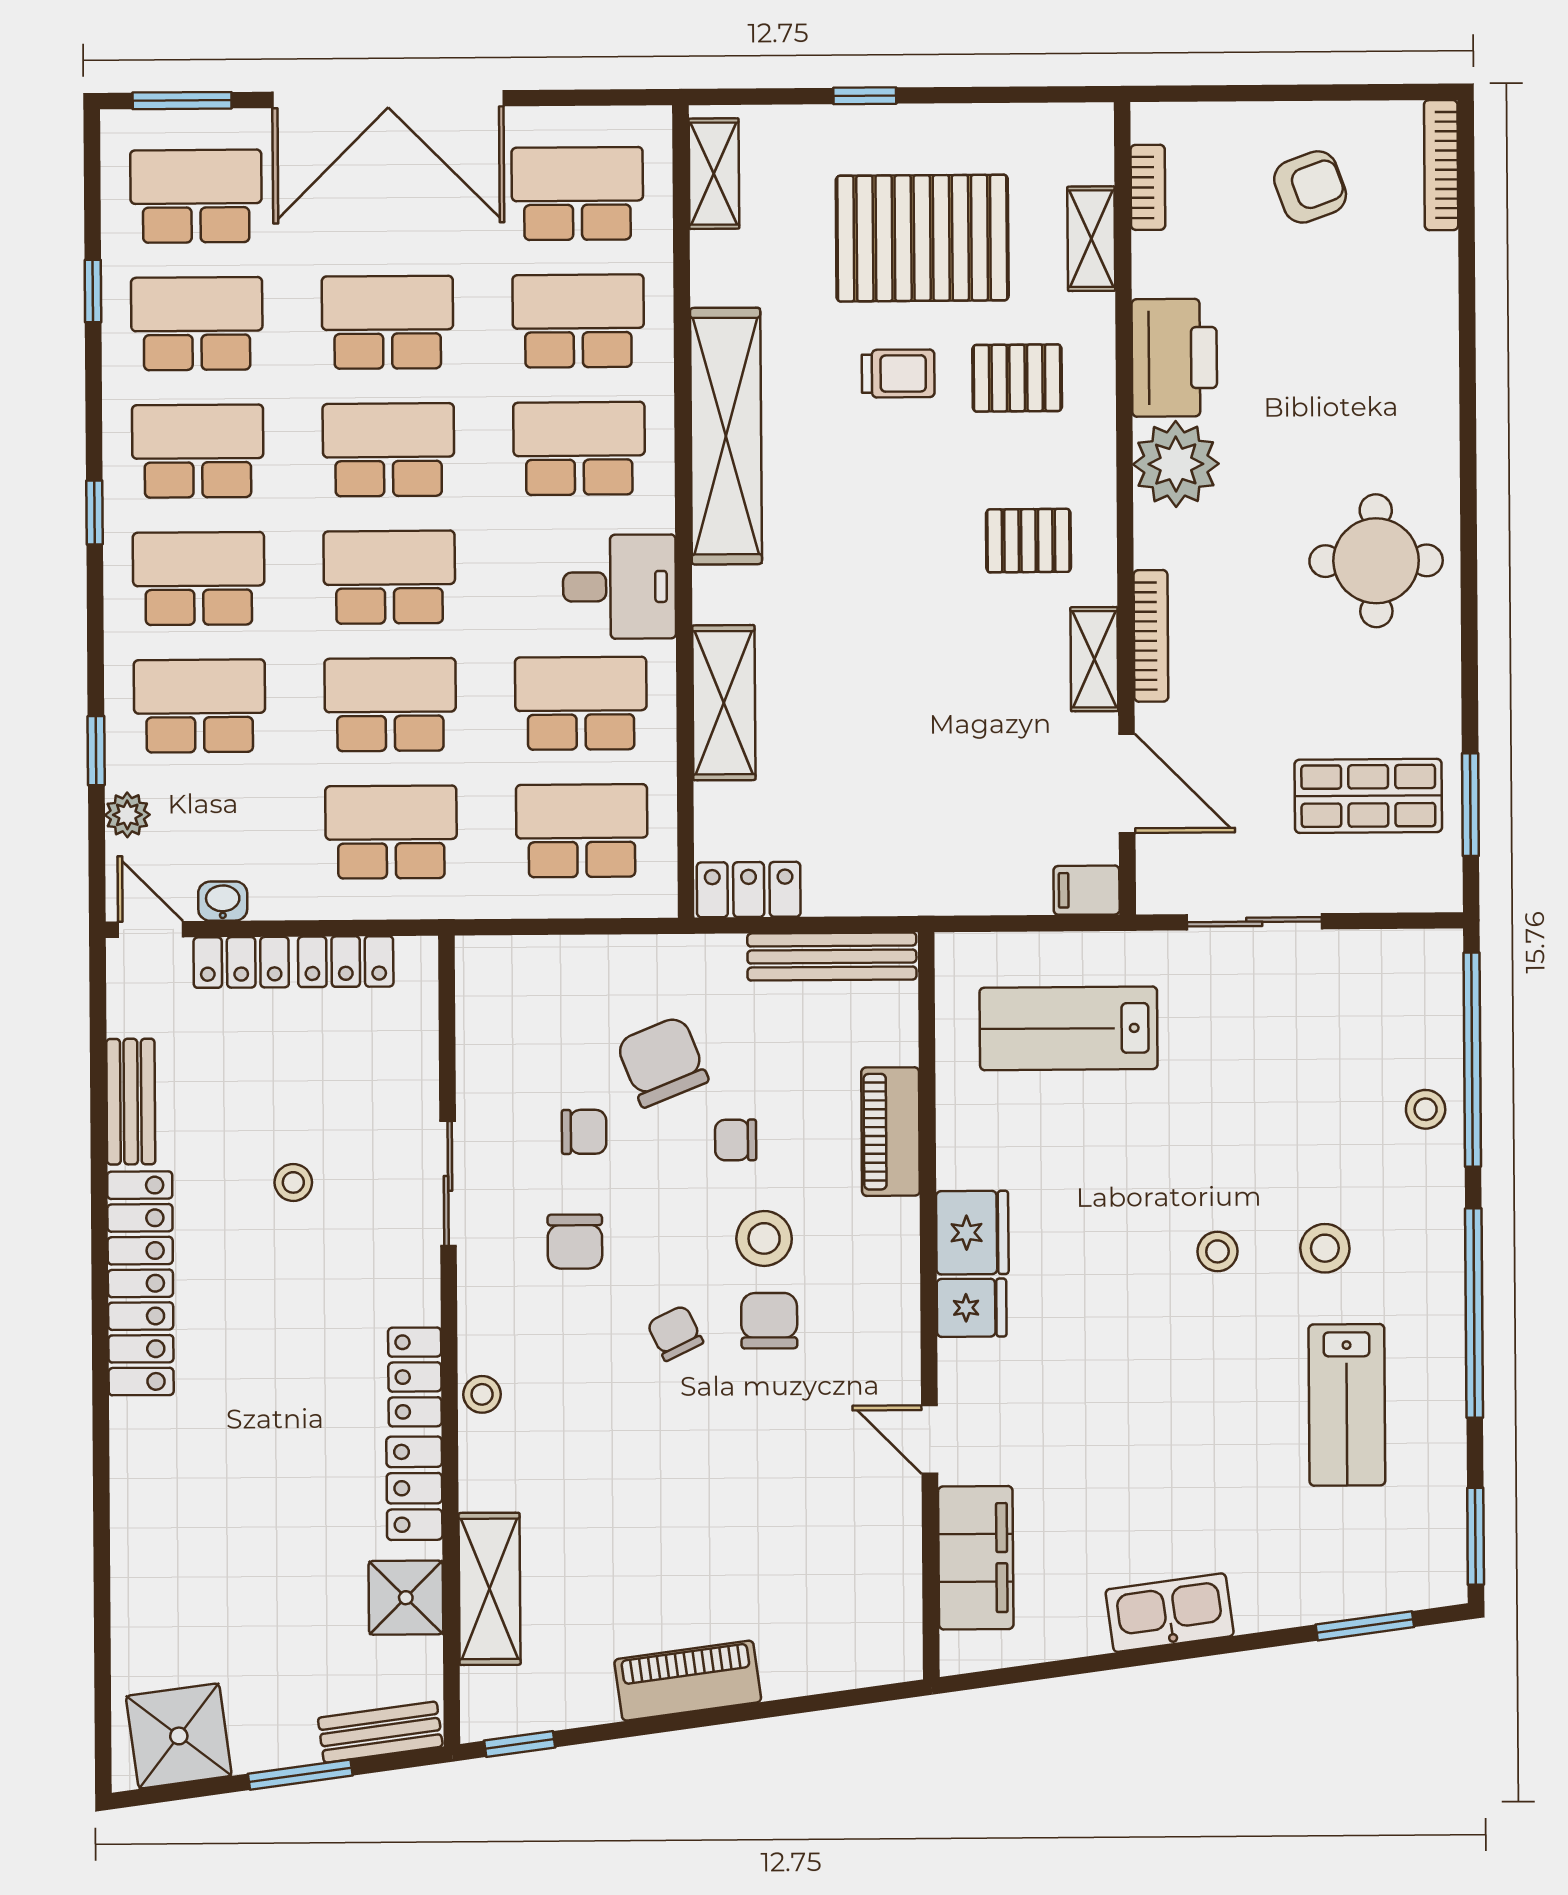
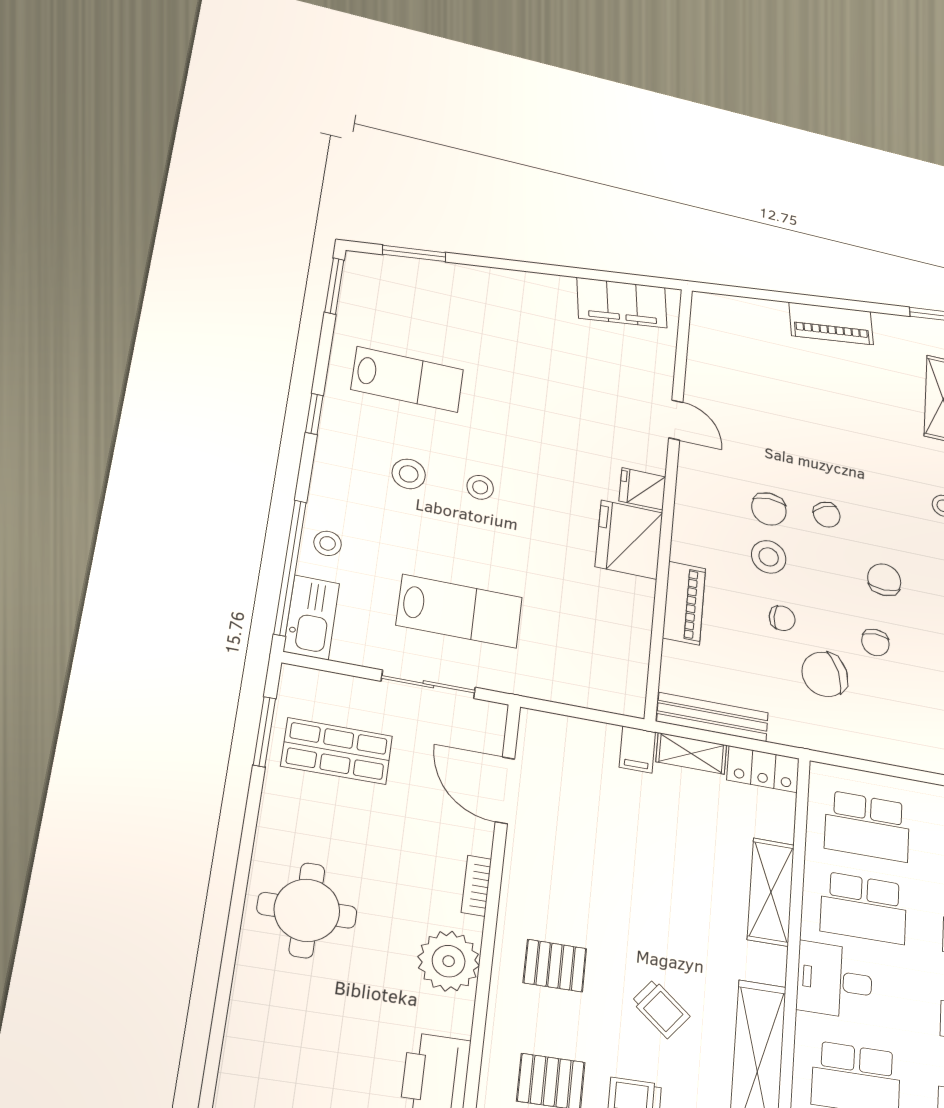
plant: (1176, 464) -> (449, 961), moved
trolley: (872, 504) -> (661, 1009), added
bookcase: (1151, 636) -> (476, 886), width x0.64
shelving: (1094, 659) -> (691, 753), moved, turned 90
filing cabinet: (1087, 890) -> (637, 749), moved, turned 90
lab bench: (1069, 1028) -> (460, 611), moved
chair: (662, 1062) -> (825, 674), turned 91
chair: (584, 1132) -> (875, 642), turned -90
fridge: (972, 1233) -> (629, 540), width x1.36, depth x1.34
window: (1474, 1313) -> (314, 414), width x0.32
lab bench: (1347, 1405) -> (407, 380), turned 90
filing cabinet: (976, 1558) -> (622, 303), moved, turned -98
kitchen sink: (1170, 1613) -> (311, 617), moved, turned -82

